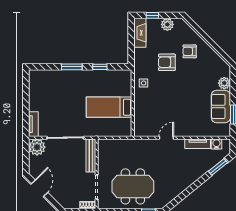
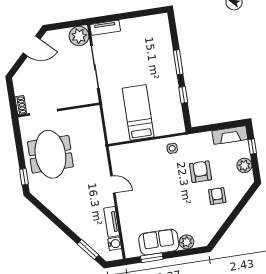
bench: (91, 155) -> (79, 100), removed

